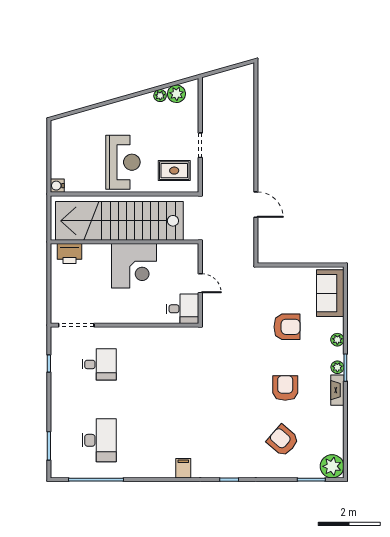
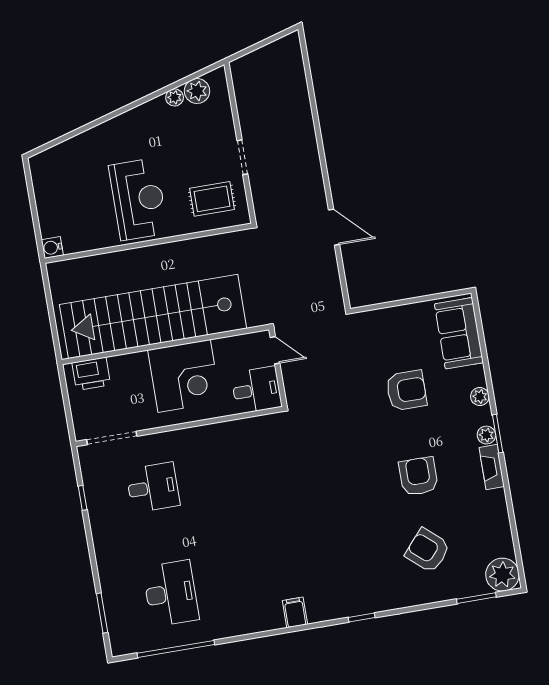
stairs: (119, 221) -> (153, 316), moved
wall: (125, 242) -> (165, 345), moved
printer: (70, 253) -> (91, 374), moved
corner desk: (134, 266) -> (184, 376), moved

